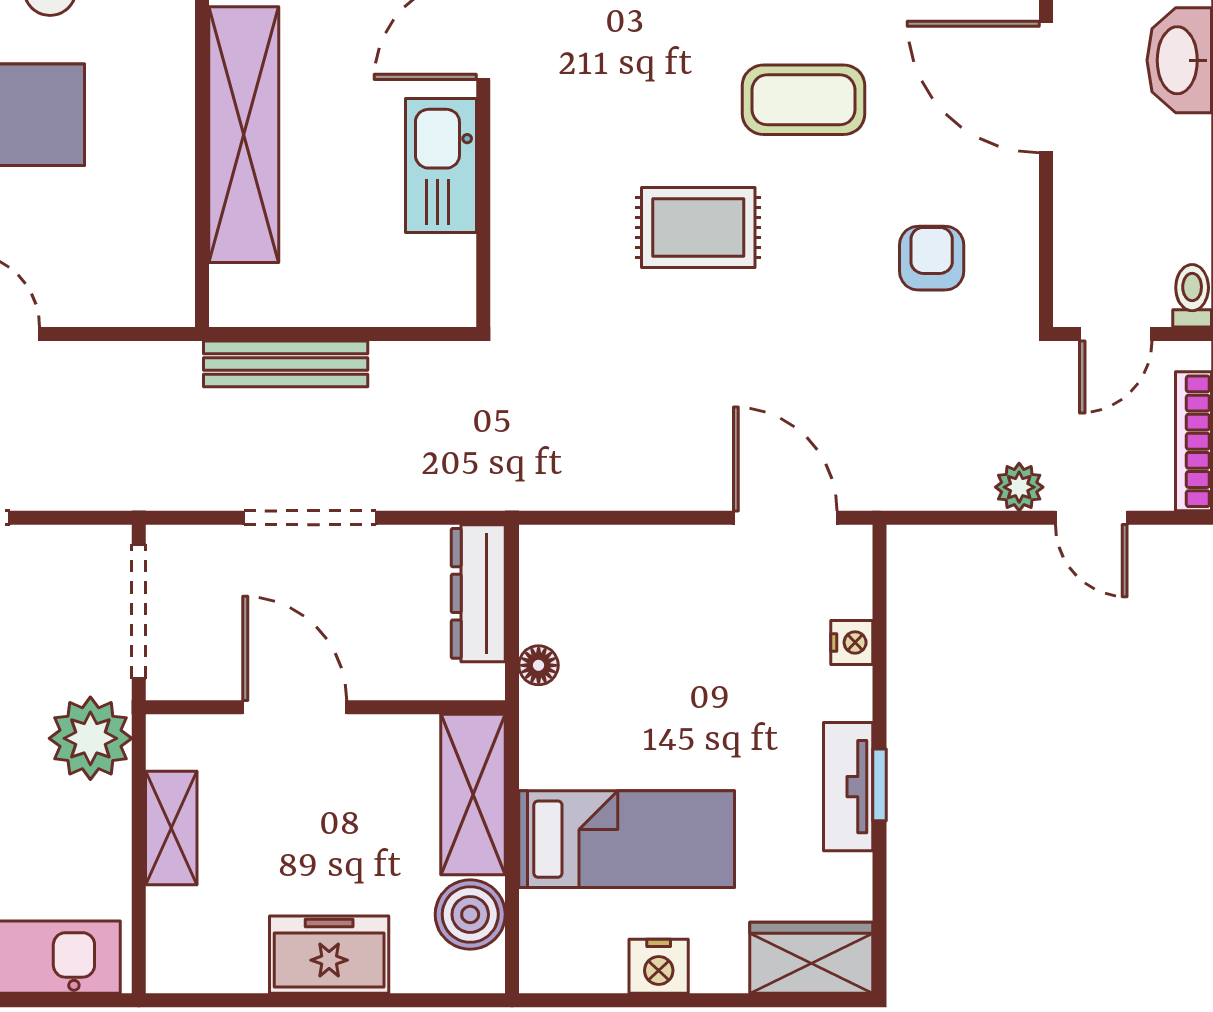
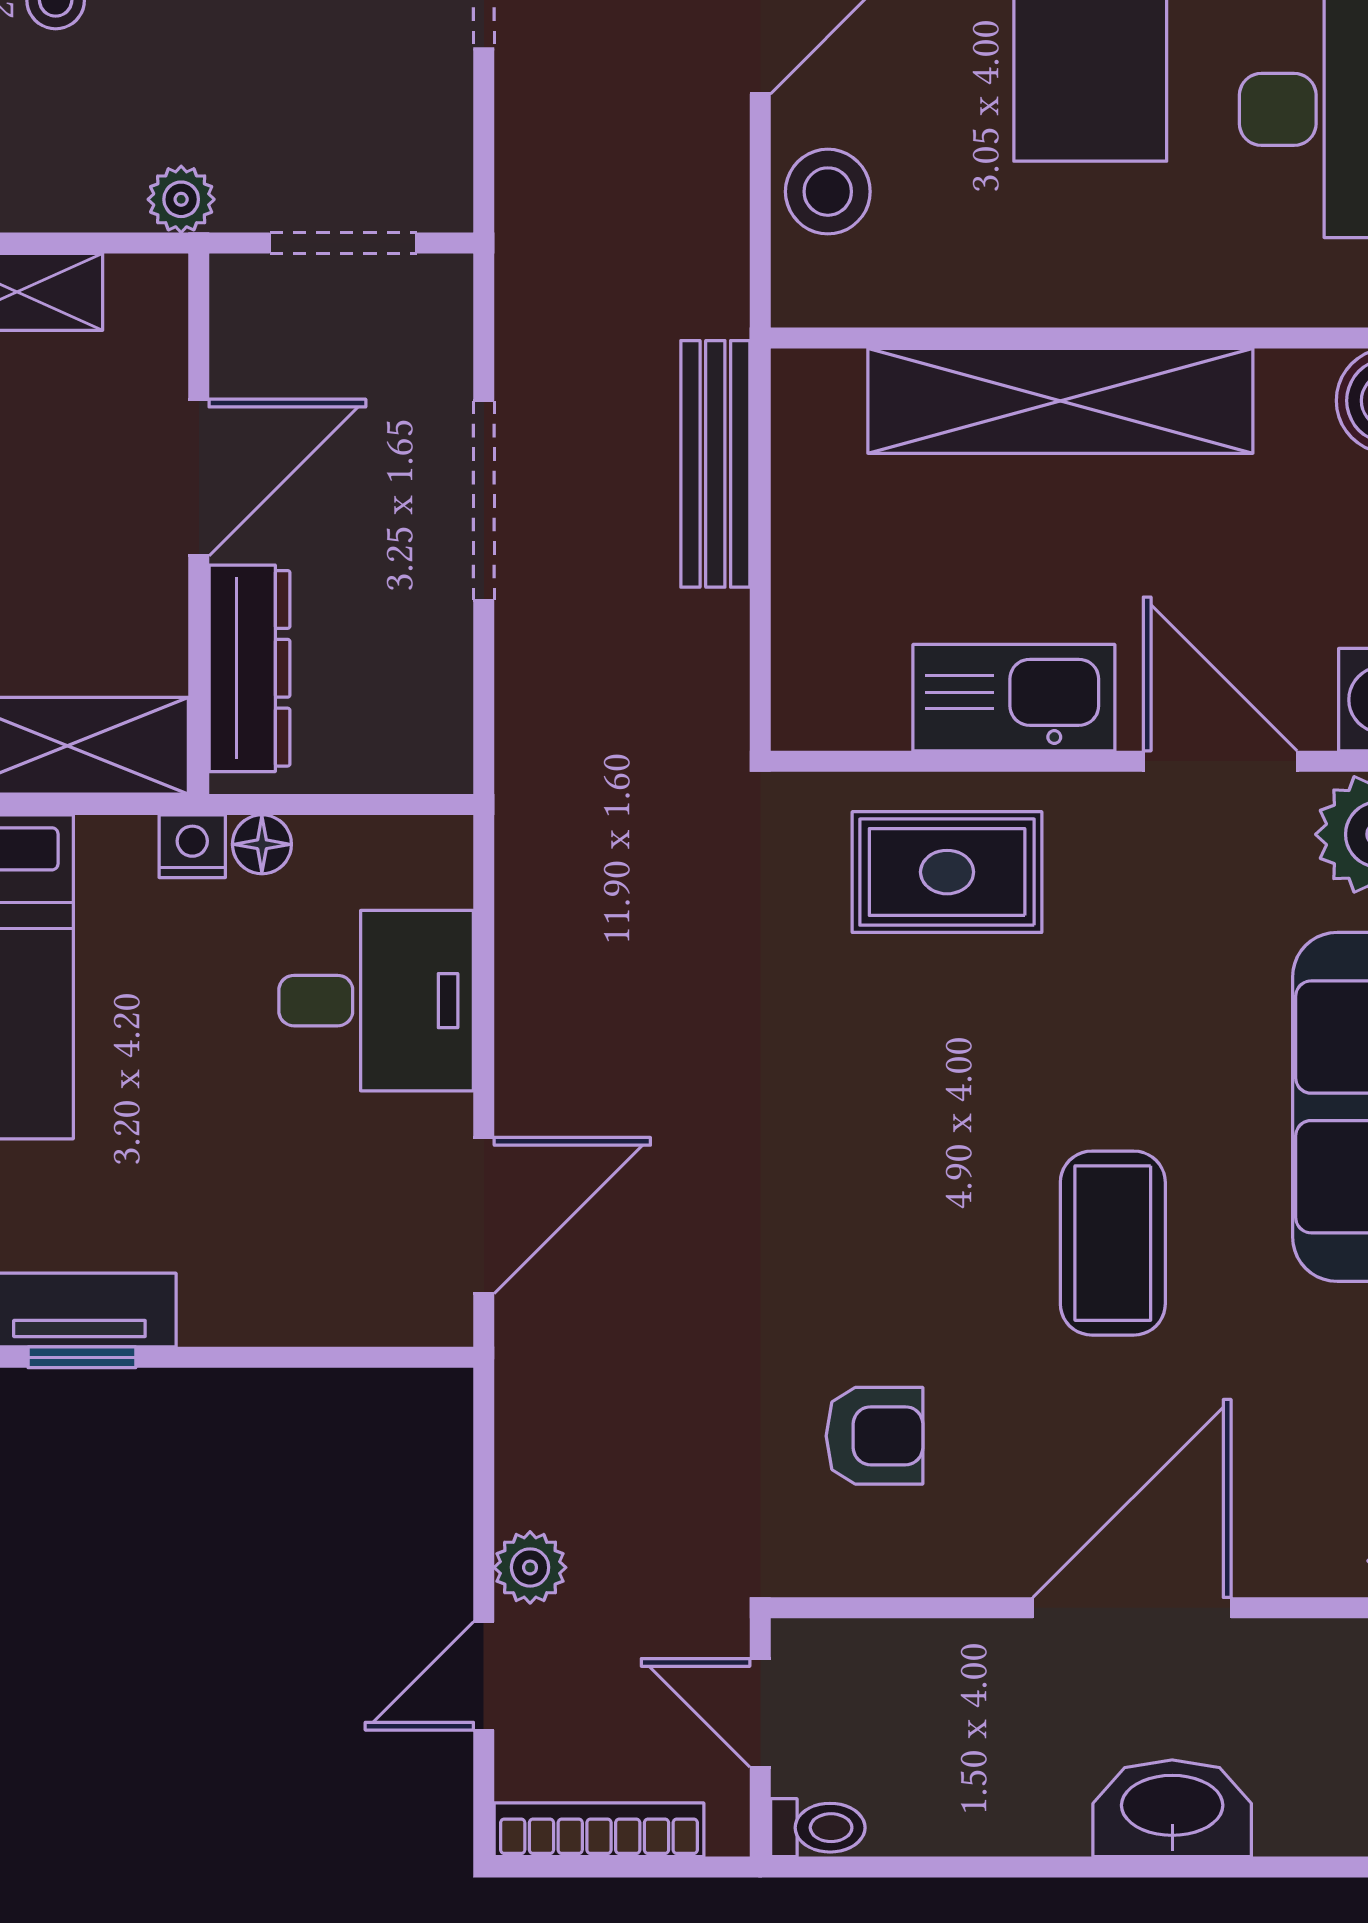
rug: (698, 227) -> (947, 872), moved, turned 90
stool: (105, 289) -> (828, 192), added
desk: (642, 589) -> (376, 1001), added
dresser: (478, 593) -> (249, 668), moved, turned 90
doorway: (139, 611) -> (343, 243), width x0.73
nightstand: (852, 642) -> (192, 846), moved, turned 180
plant: (90, 738) -> (181, 199), width x0.53, depth x0.53

